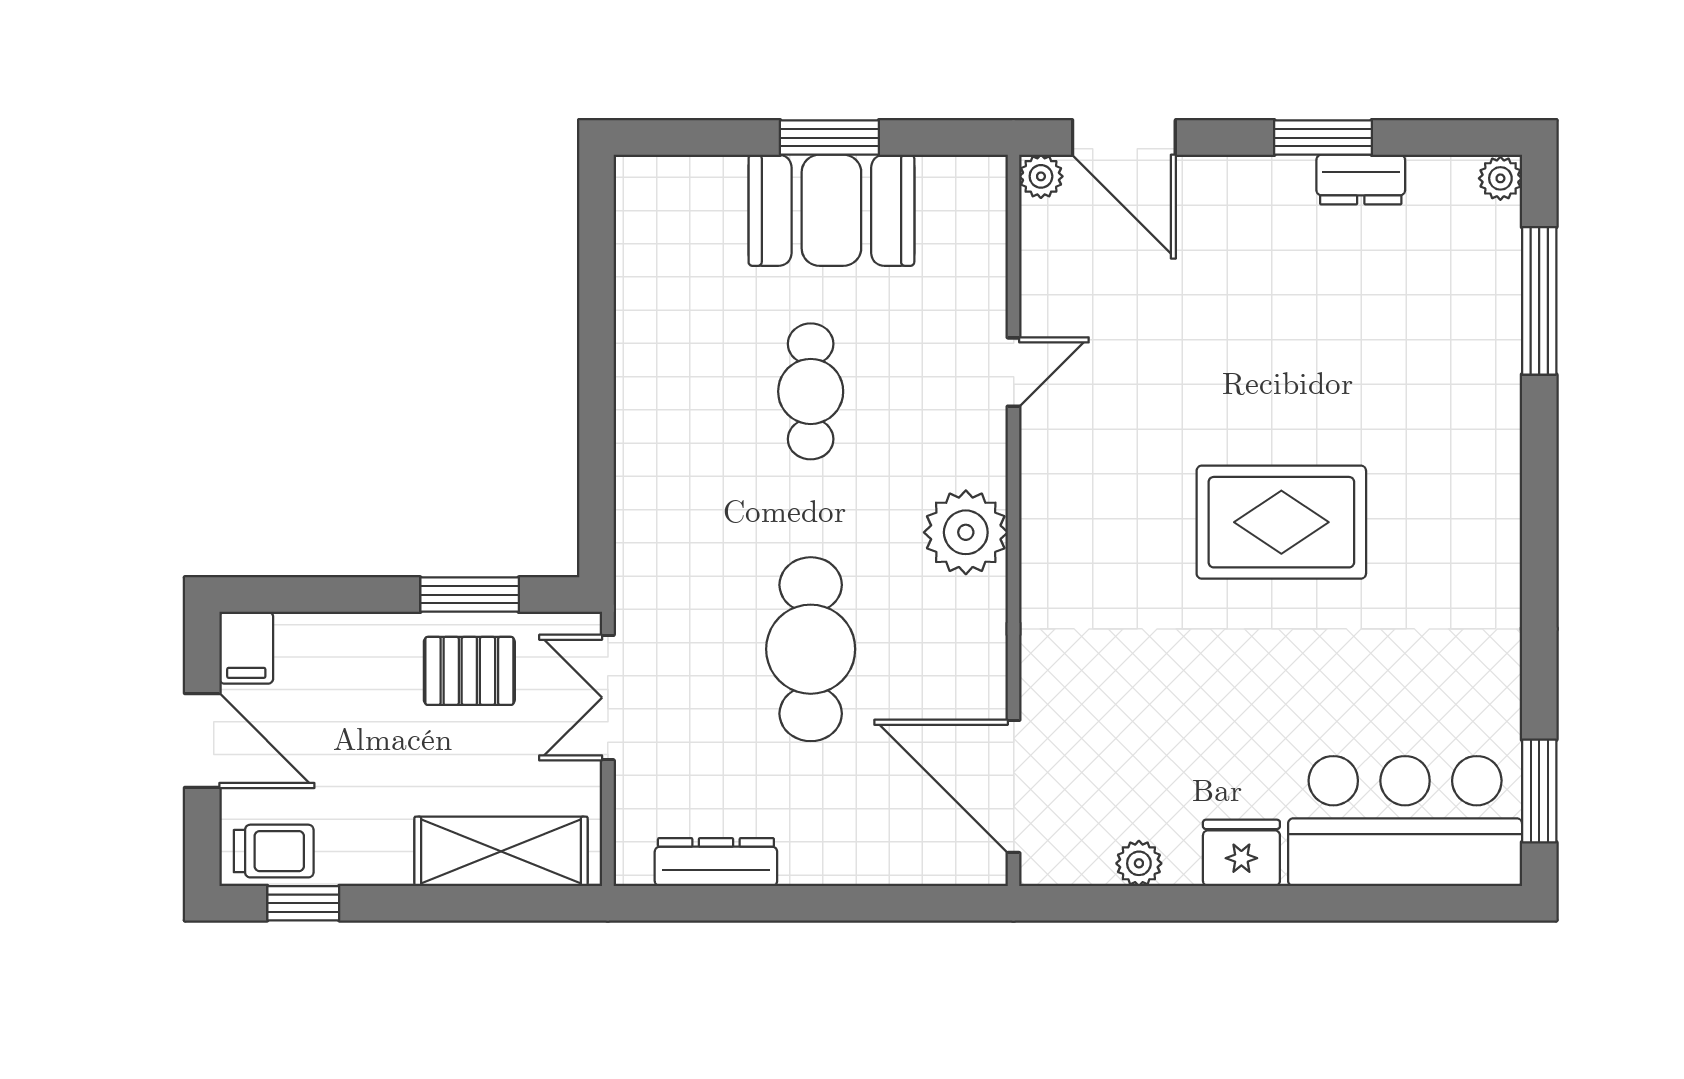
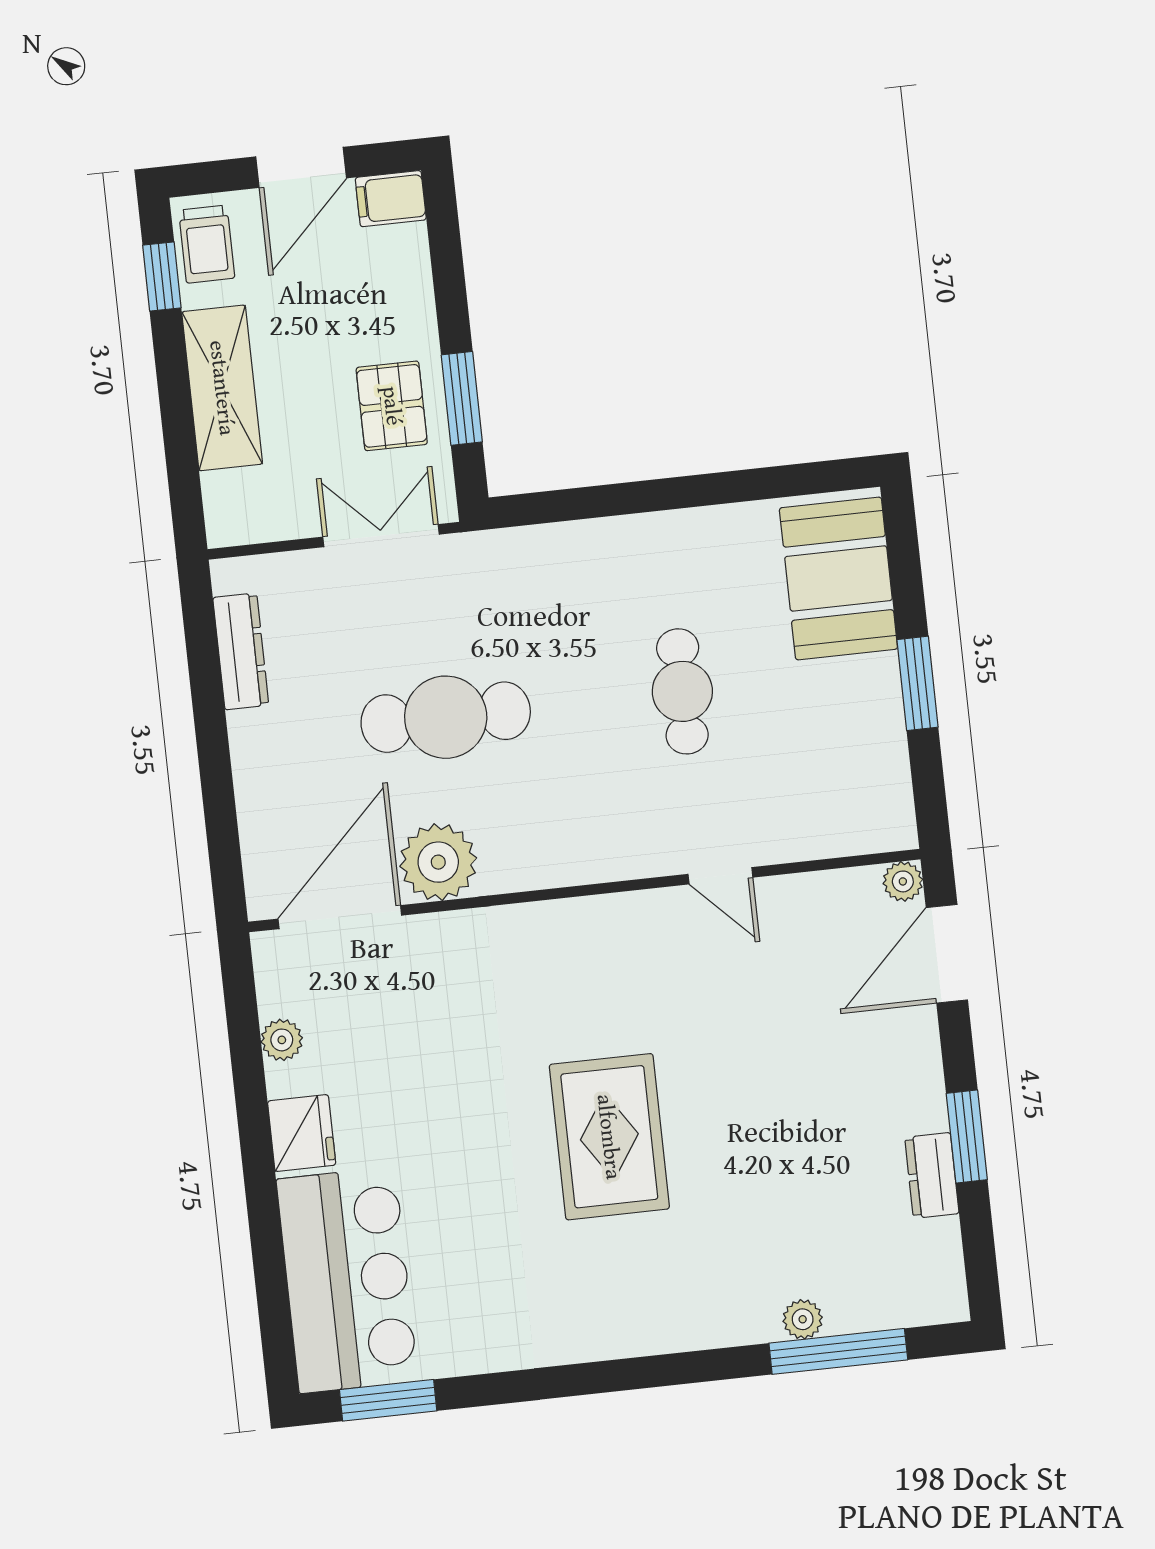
plant: (1500, 178) -> (803, 1319), moved
booth: (831, 210) -> (838, 578), moved
cafe table: (811, 391) -> (682, 691), turned 90
plant: (966, 532) -> (438, 862), moved
shelving: (501, 851) -> (222, 388), moved

